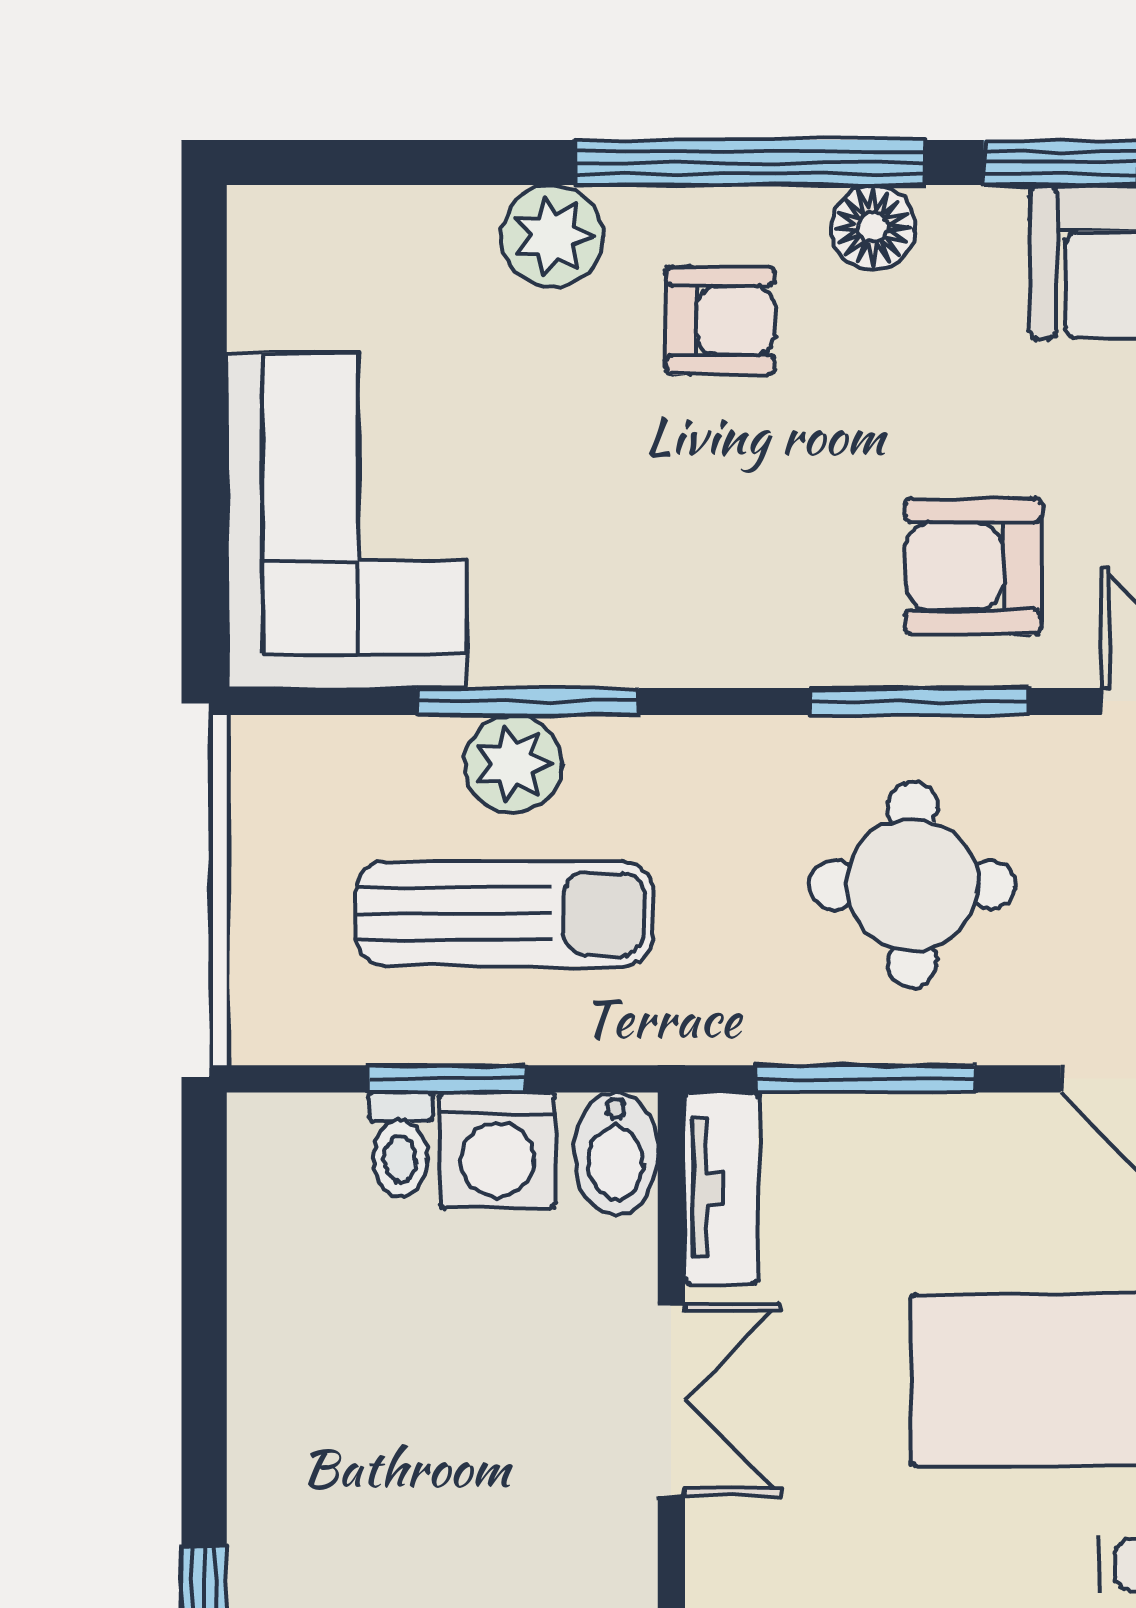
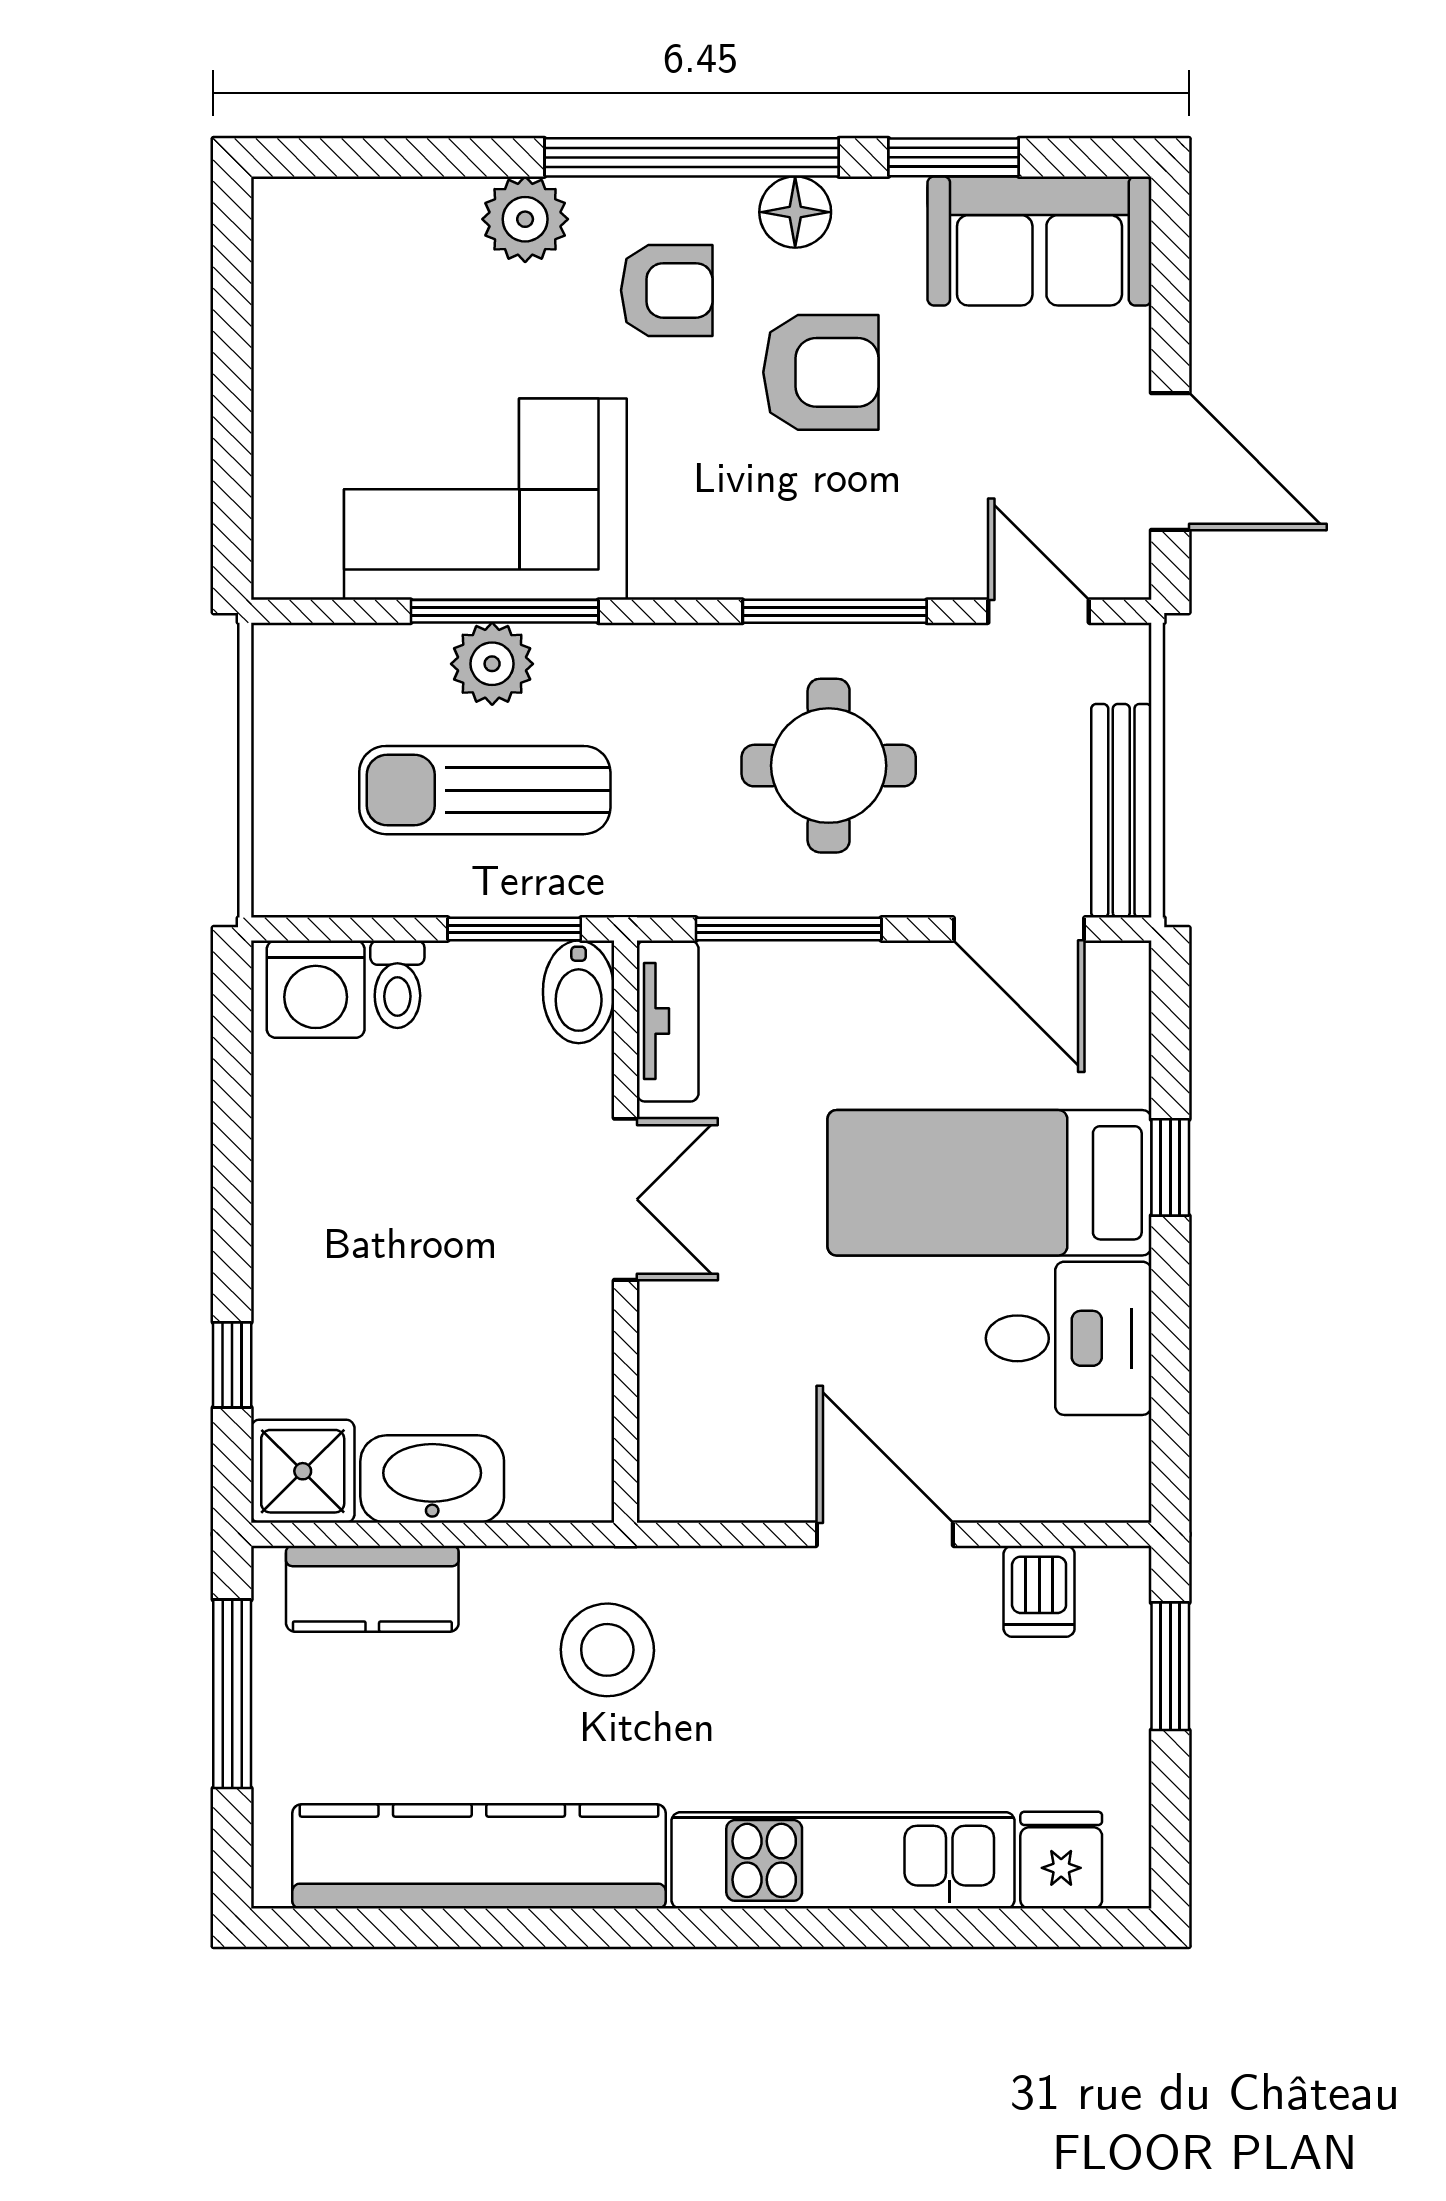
corner sofa: (346, 520) -> (485, 499), moved, turned -90
armchair: (973, 566) -> (821, 372), moved, turned 180
sun lounger: (504, 914) -> (485, 790), turned 180
window: (447, 1079) -> (514, 929), moved
washing machine: (498, 1150) -> (316, 989), moved

